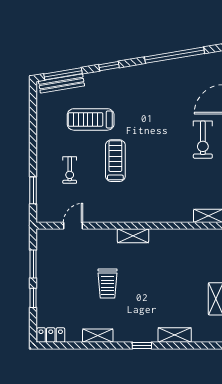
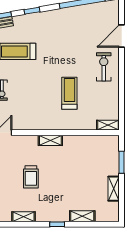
exercise bike: (203, 140) -> (104, 67), turned 180
treadmill: (115, 161) -> (69, 93), moved

